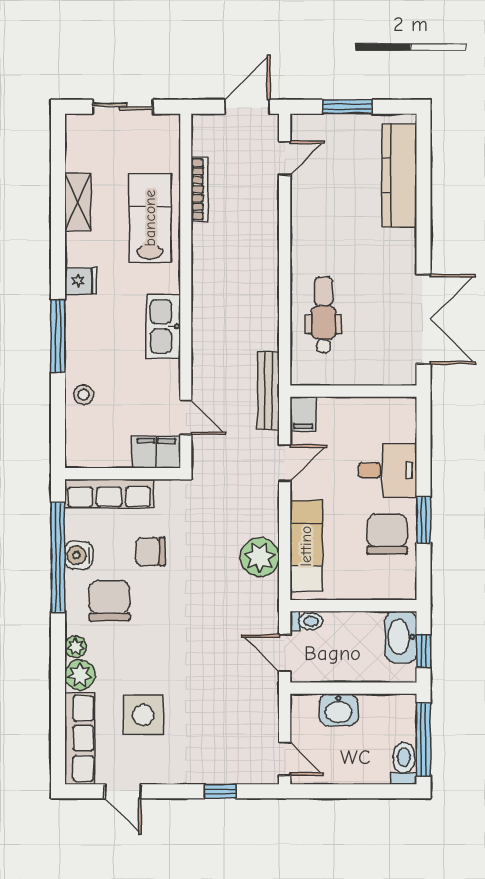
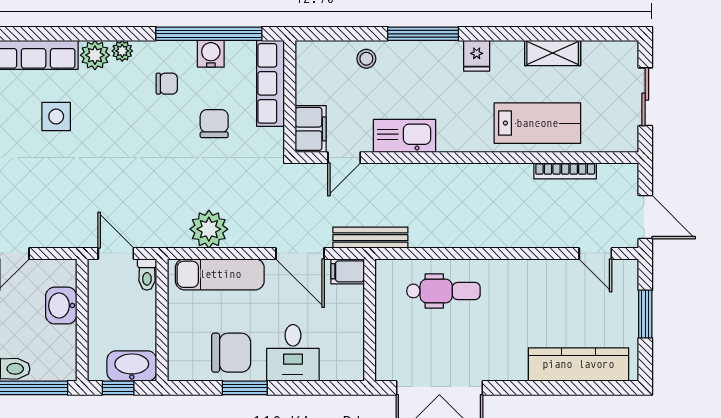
kitchen sink: (163, 326) -> (405, 136), moved
door: (285, 463) -> (300, 253), width x1.38
chair: (109, 601) -> (167, 84), width x0.54, depth x0.54
door: (285, 653) -> (116, 253), hinge flipped
side table: (143, 715) -> (56, 116), width x0.73, depth x0.73

